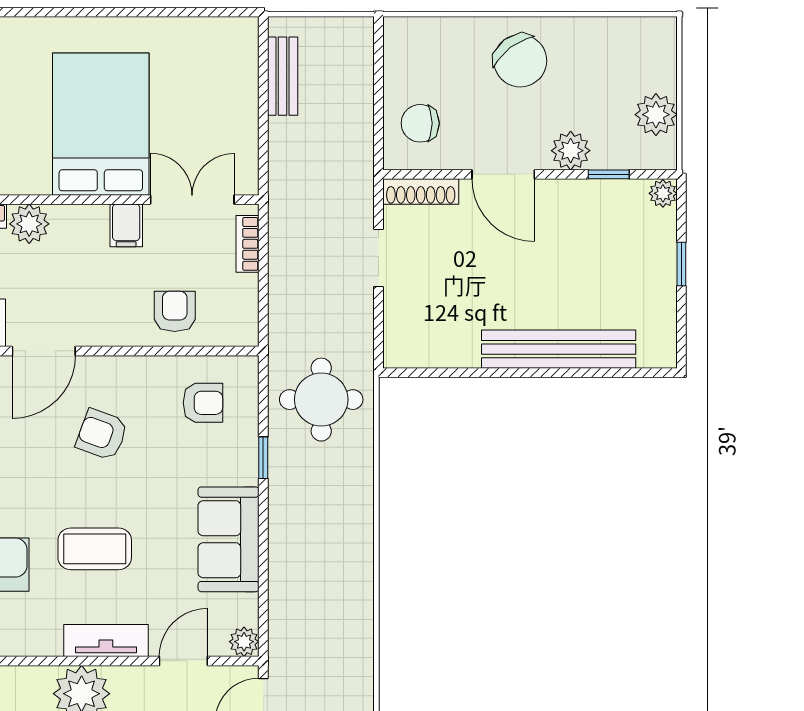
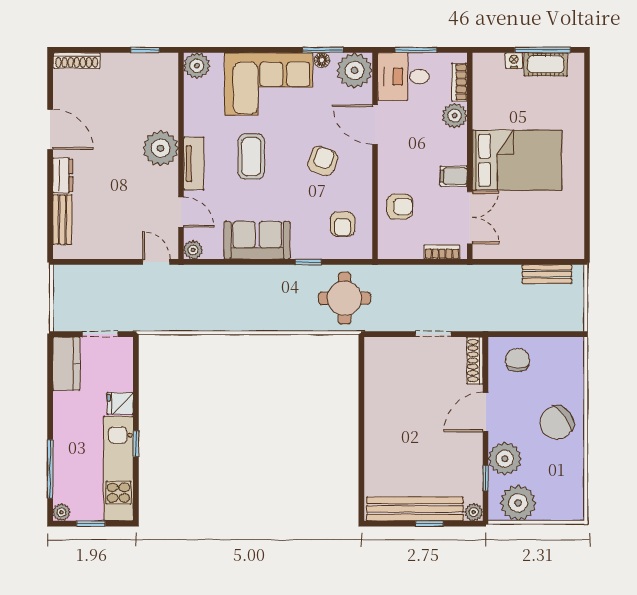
plant: (656, 115) -> (518, 503), width x1.36, depth x1.36
plant: (571, 151) -> (505, 459), width x1.36, depth x1.36
bench: (559, 349) -> (415, 509), moved, turned 90

